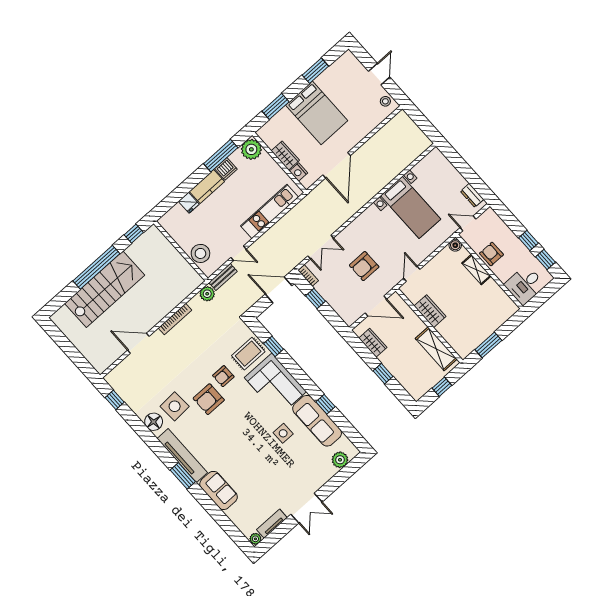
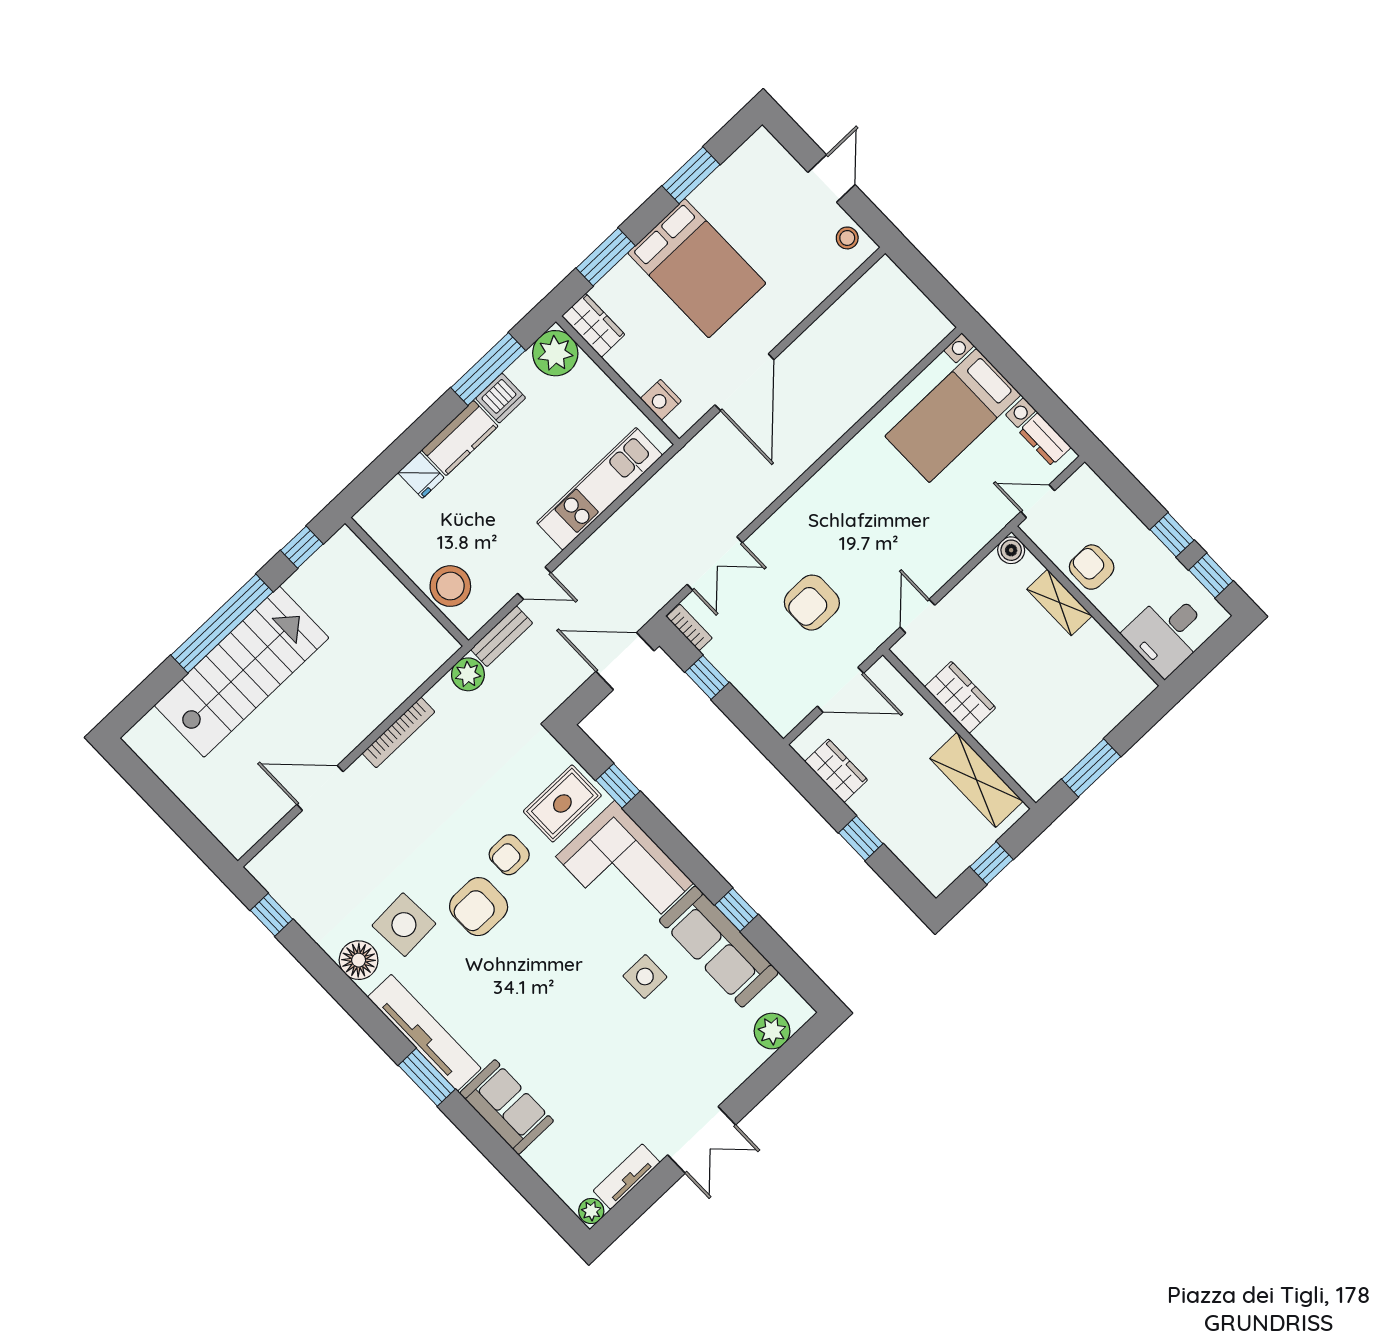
wardrobe: (285, 156) -> (593, 325), moved
bed with nightstands: (411, 207) -> (953, 416), moved, turned 90

